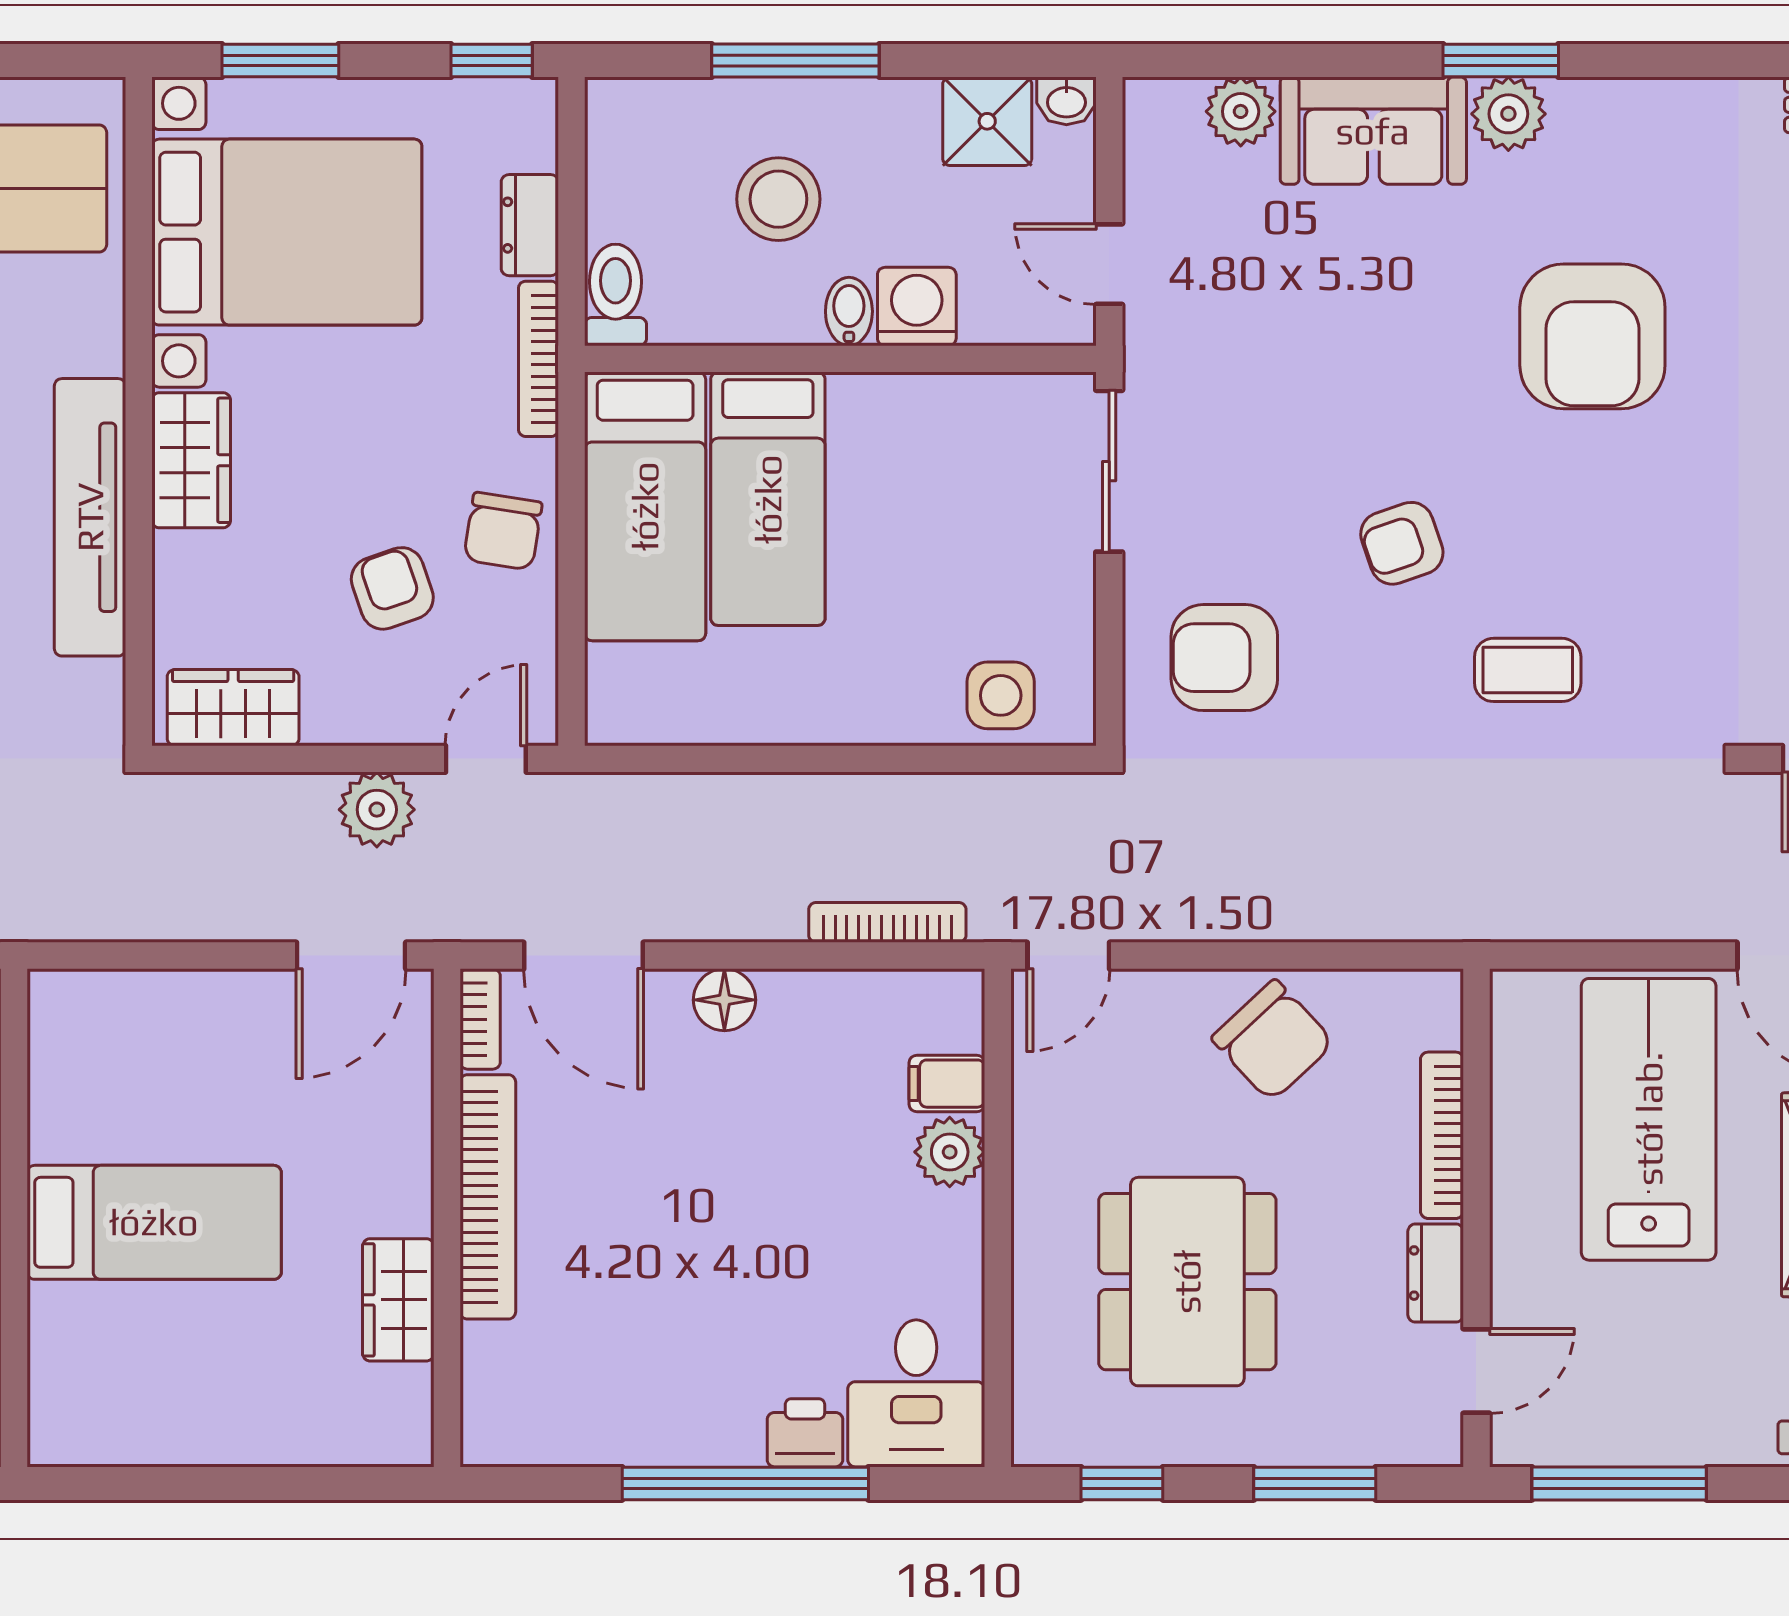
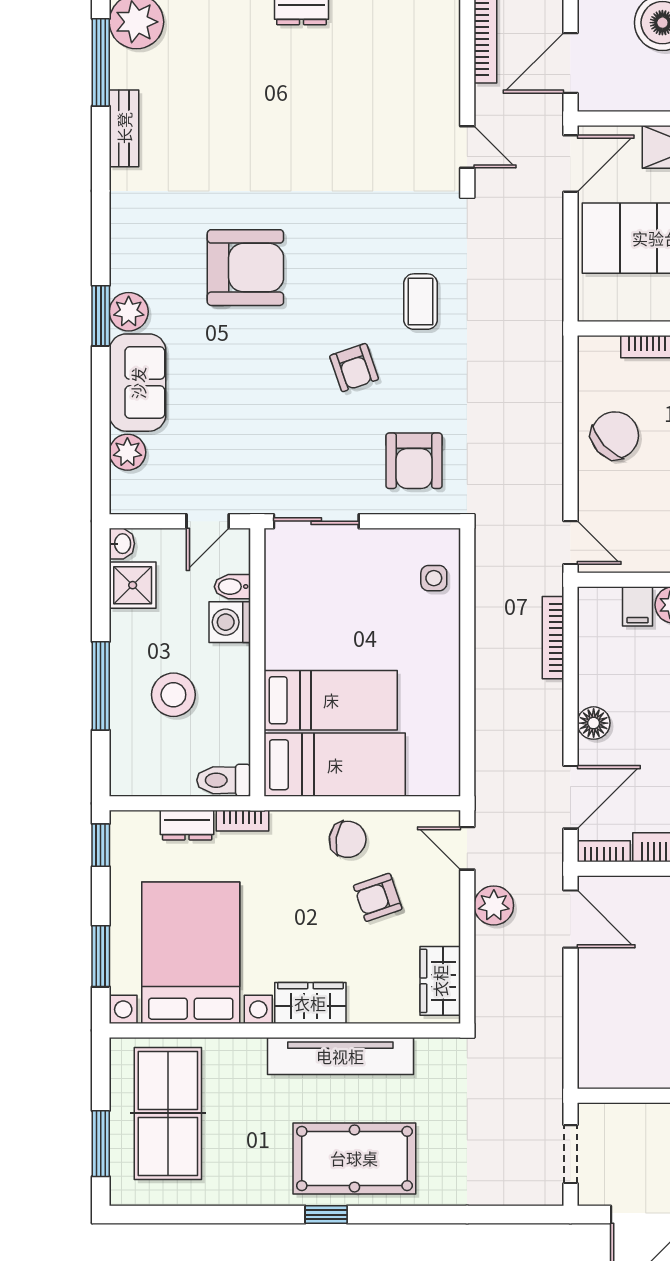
bidet: (849, 311) -> (232, 587), moved
bookcase: (538, 359) -> (243, 821), width x0.64
side table: (1001, 695) -> (434, 578), width x0.73, depth x0.73

